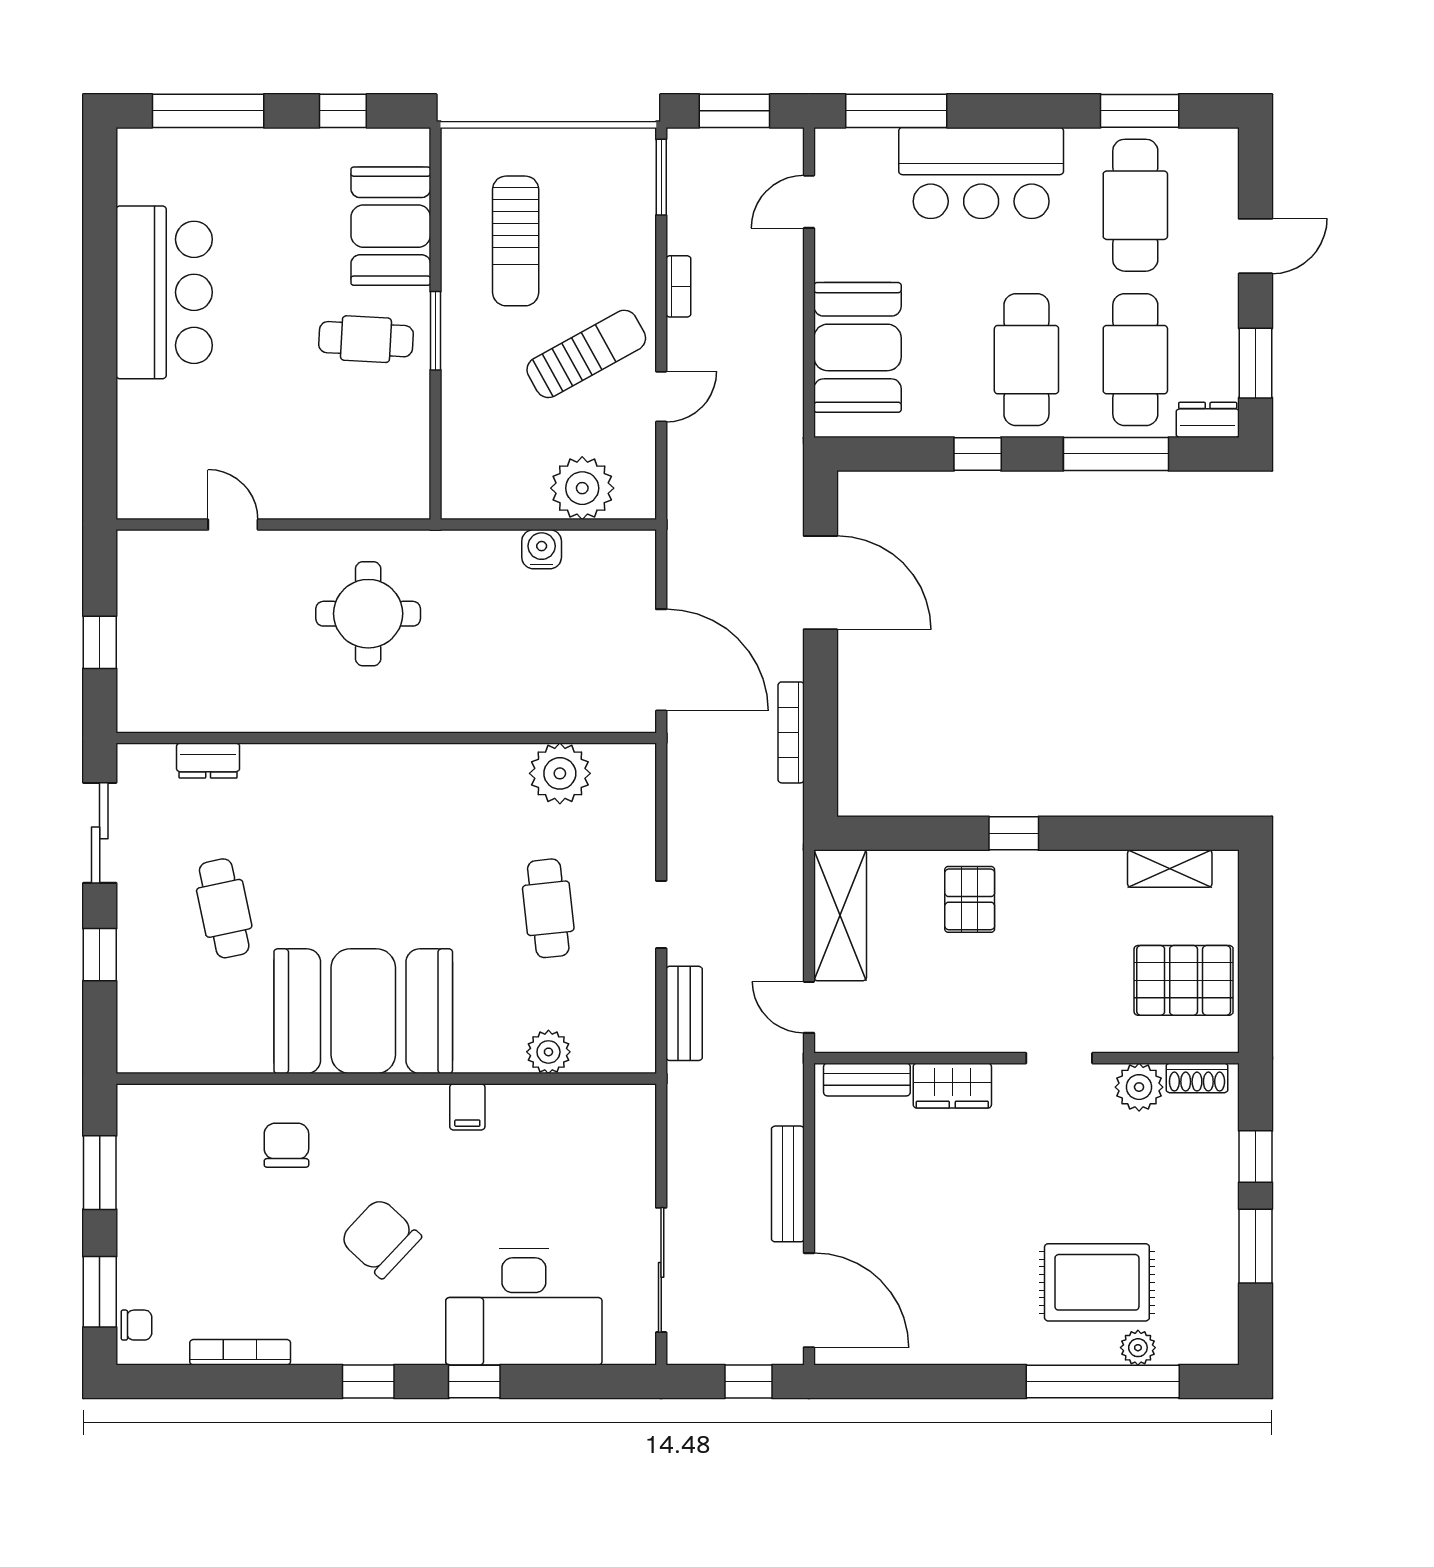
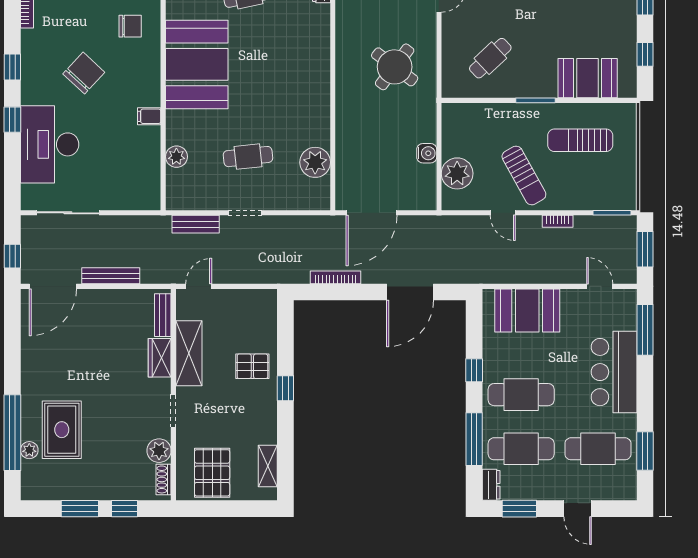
cafe table: (366, 339) -> (490, 58), moved, turned 44
round table: (368, 614) -> (395, 67), turned 37
shelving: (840, 915) -> (189, 353), moved, turned 90

